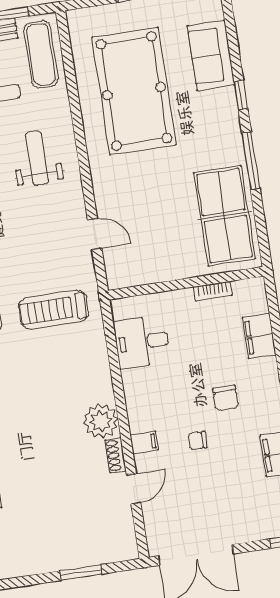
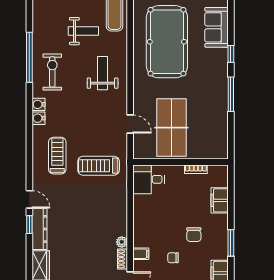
table tennis table: (225, 216) -> (171, 128), moved
desk: (142, 342) -> (149, 179), moved
plant: (101, 421) -> (122, 242), width x0.53, depth x0.53

